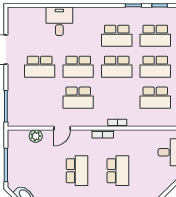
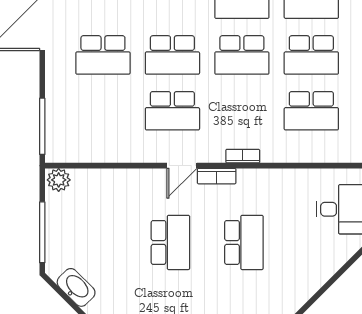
door: (62, 128) -> (182, 166), moved
plant: (36, 136) -> (59, 180), moved

